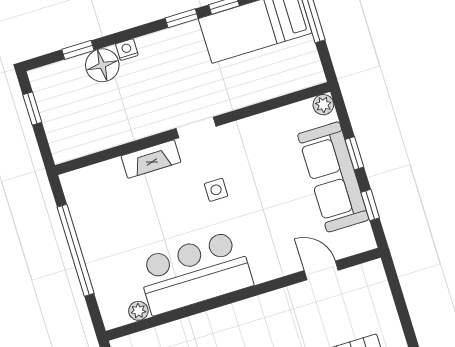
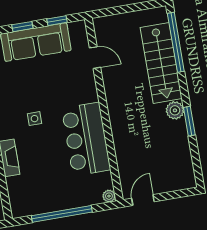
door: (321, 270) -> (95, 58), swing flipped
plant: (138, 311) -> (109, 196), moved

